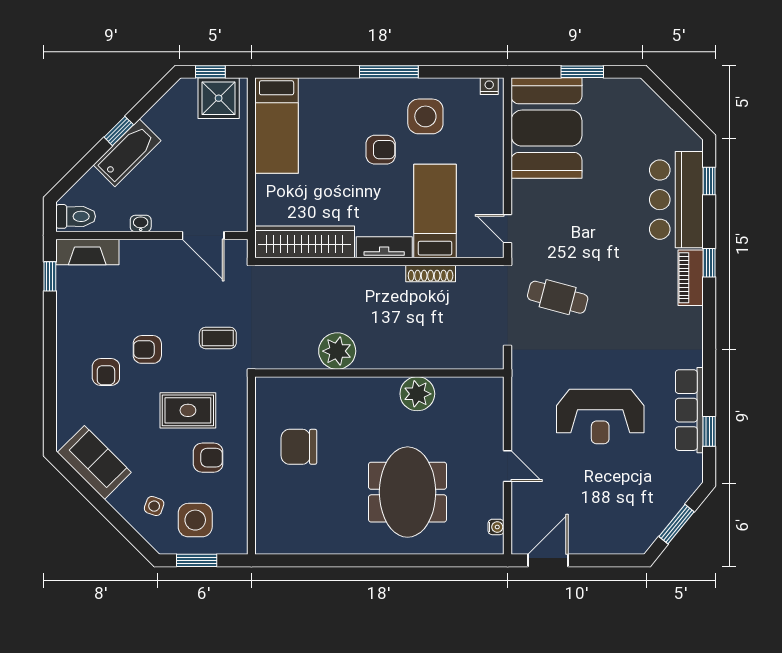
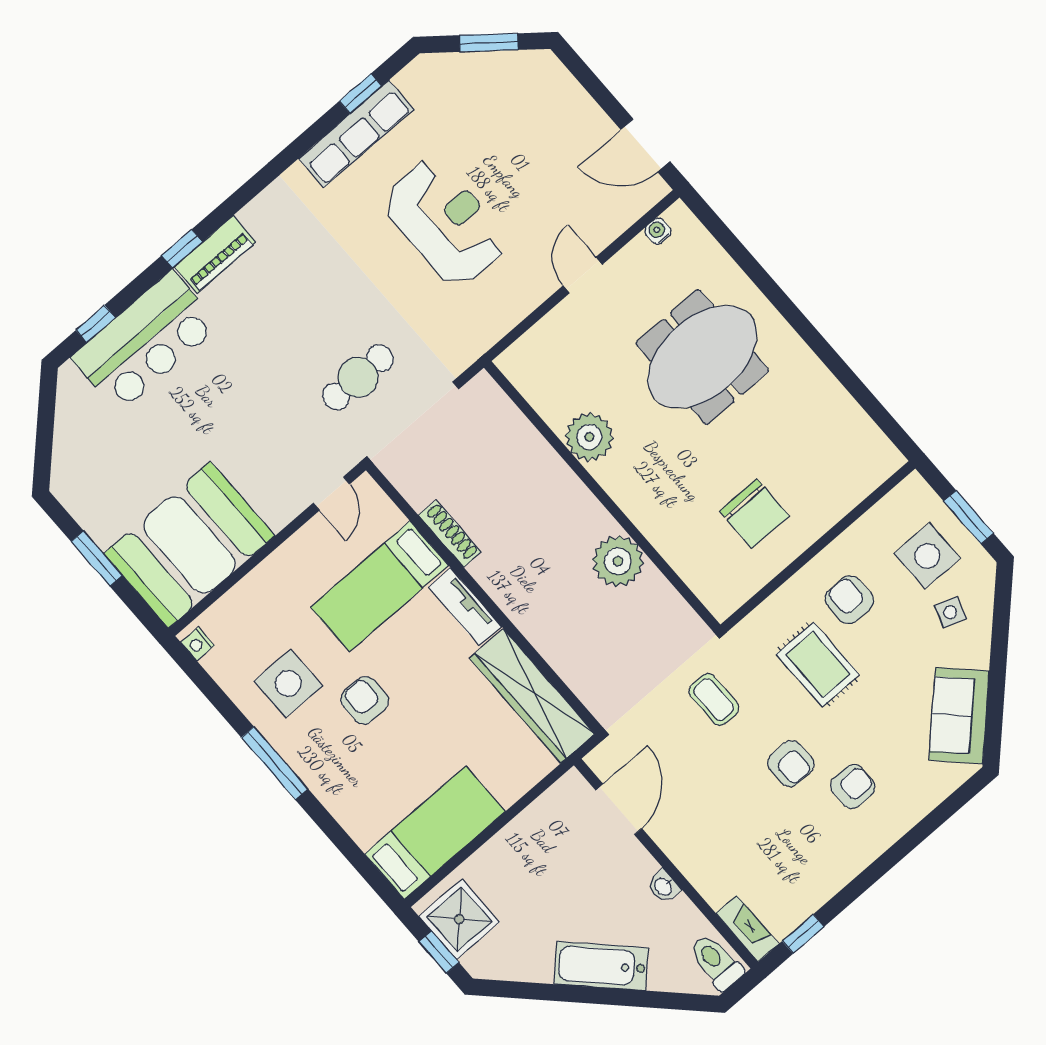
window: (119, 131) -> (586, 995), removed
fireplace: (87, 252) -> (747, 929), width x0.73, depth x0.76
cafe table: (558, 297) -> (358, 377), turned 75

